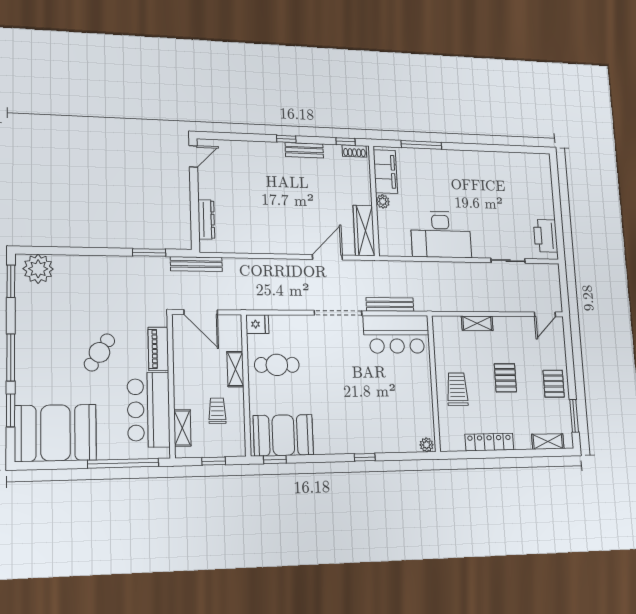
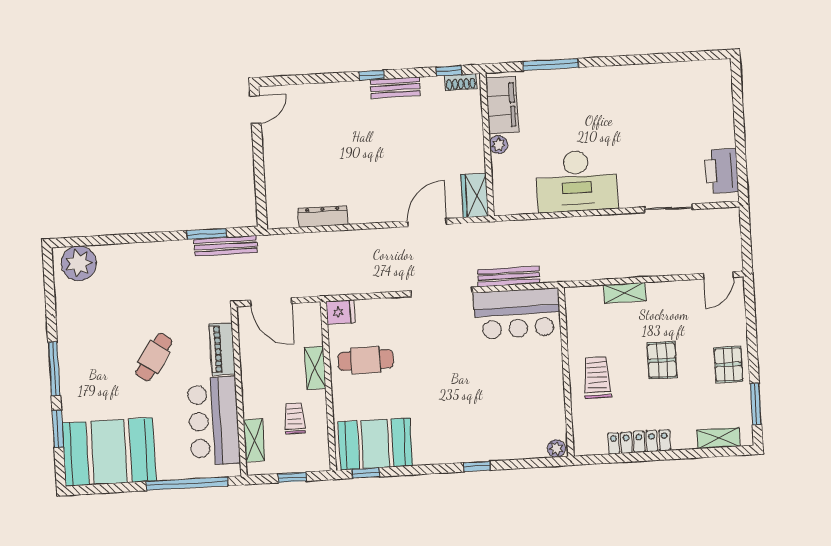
dresser: (206, 219) -> (323, 217), moved, turned -90
wardrobe: (364, 231) -> (475, 195), width x0.67
bench: (196, 264) -> (226, 246), moved
window: (11, 281) -> (49, 280), removed

